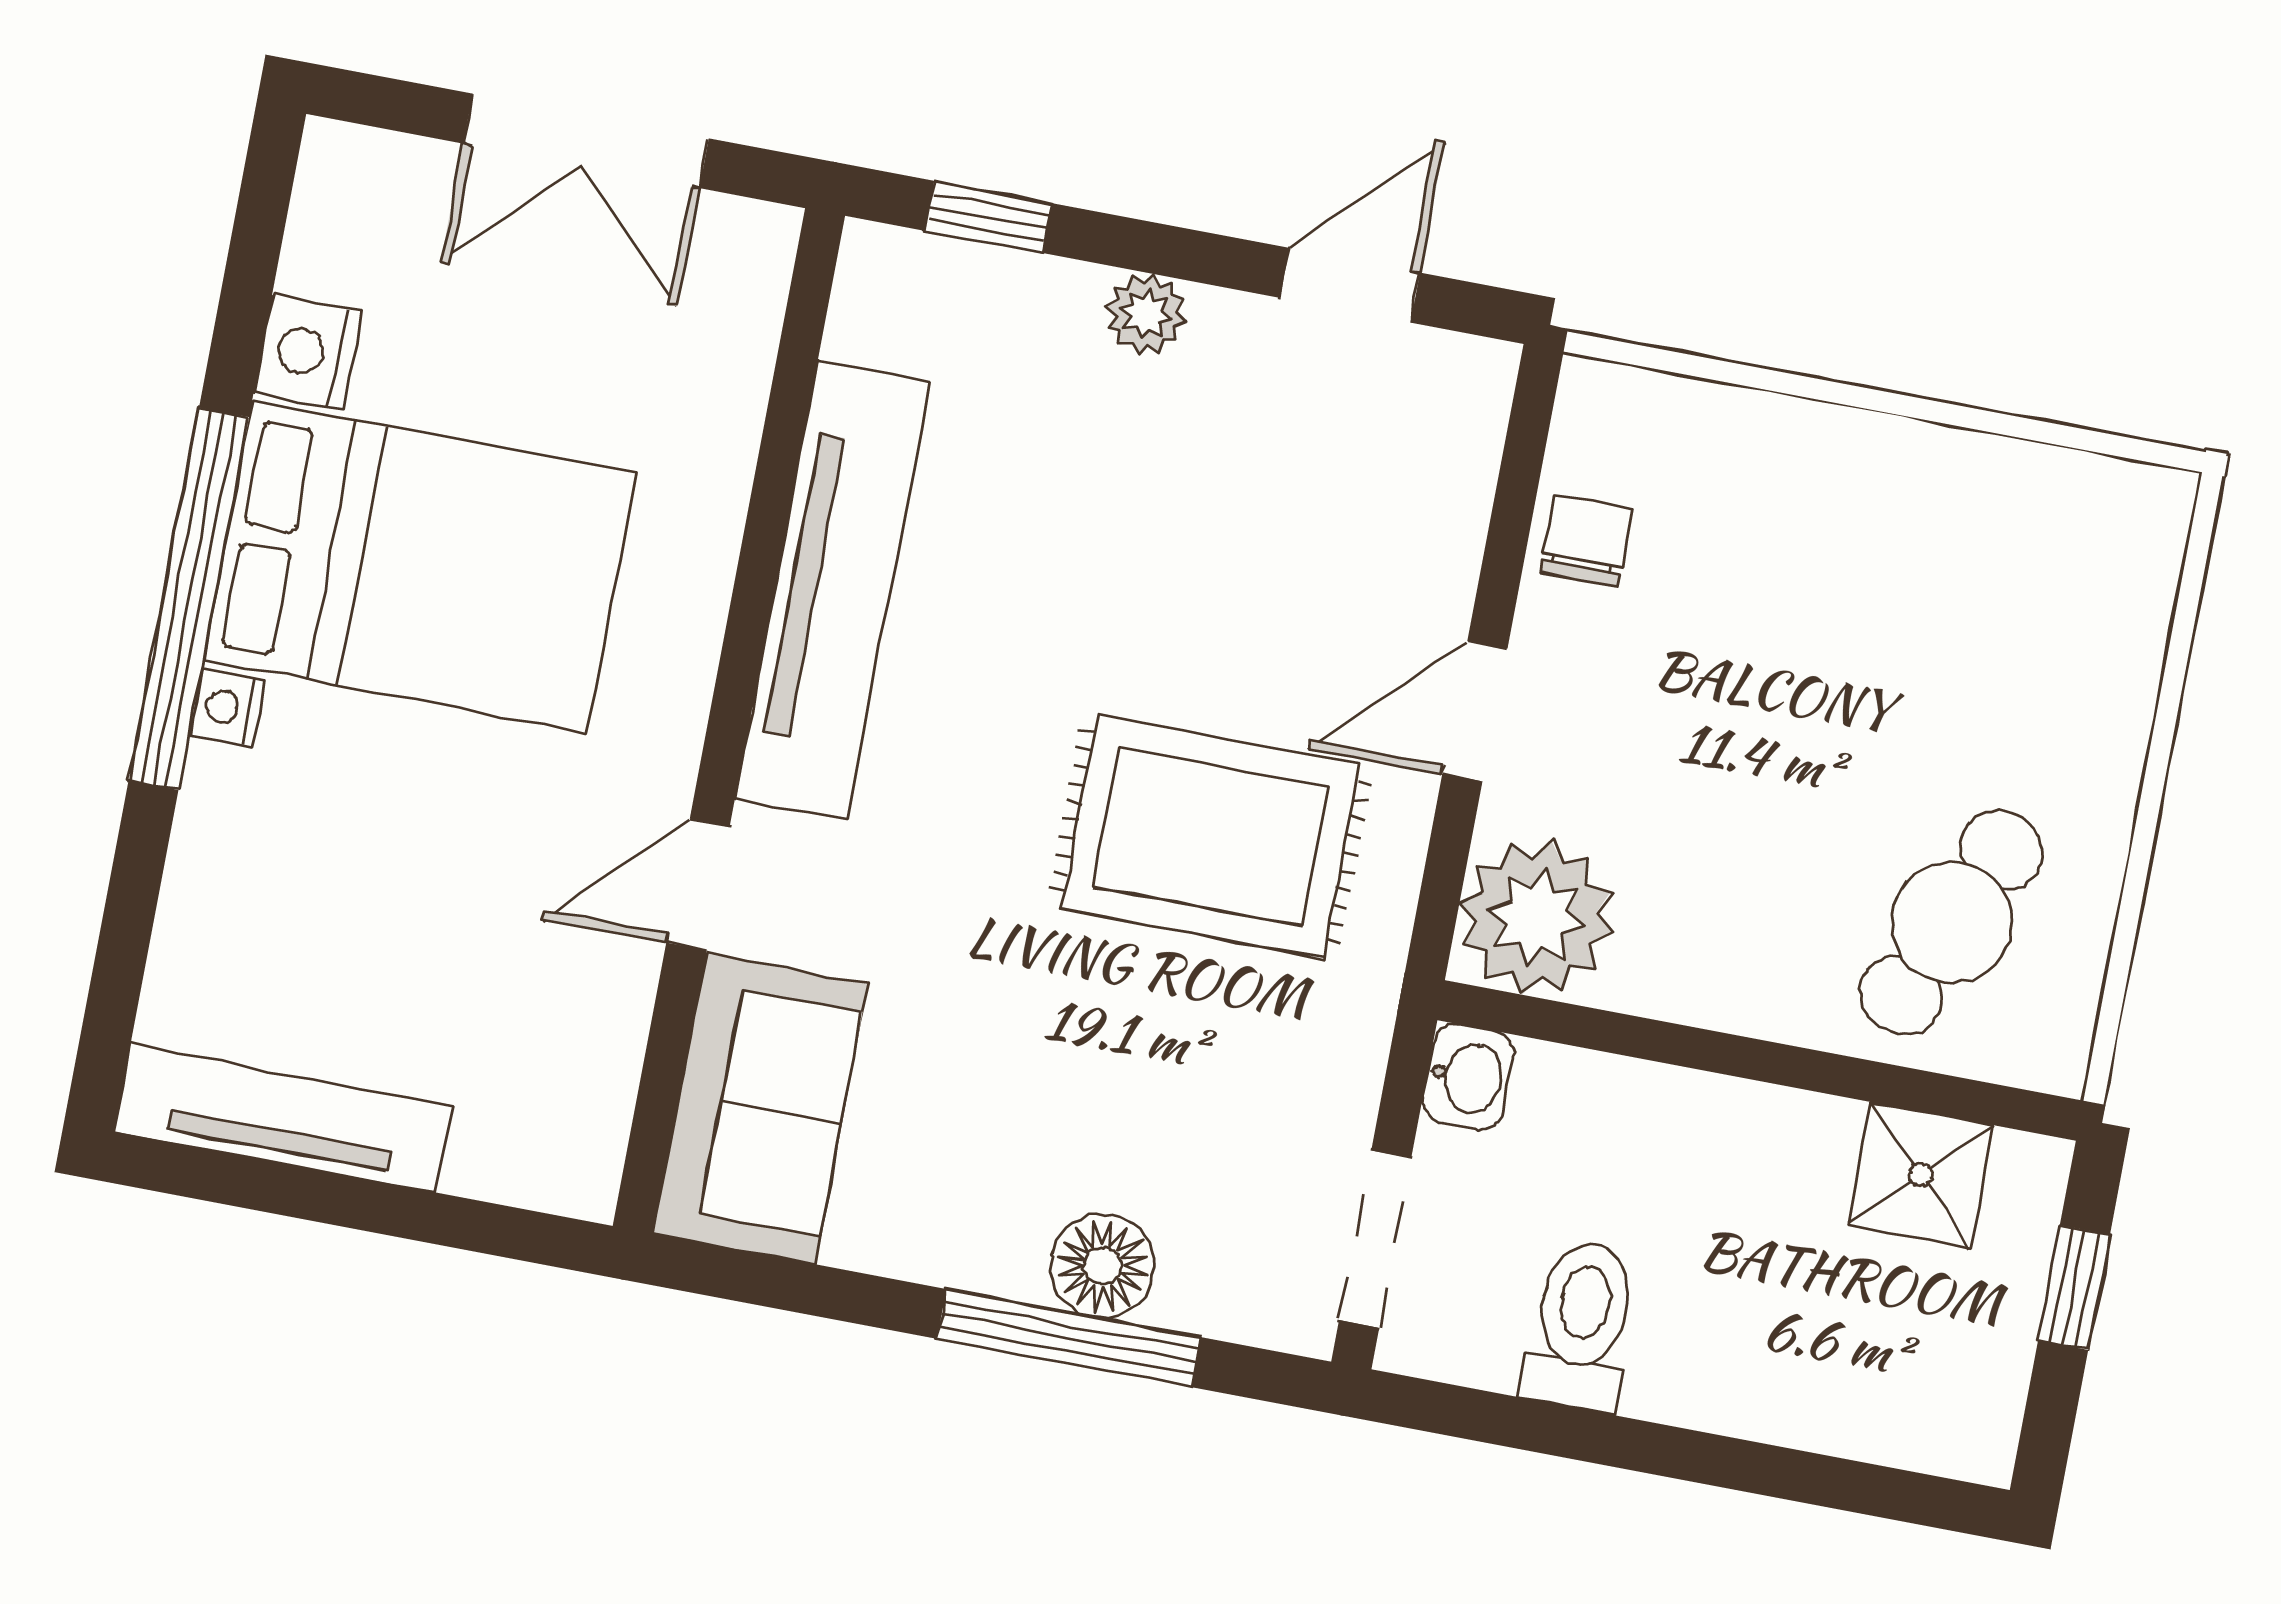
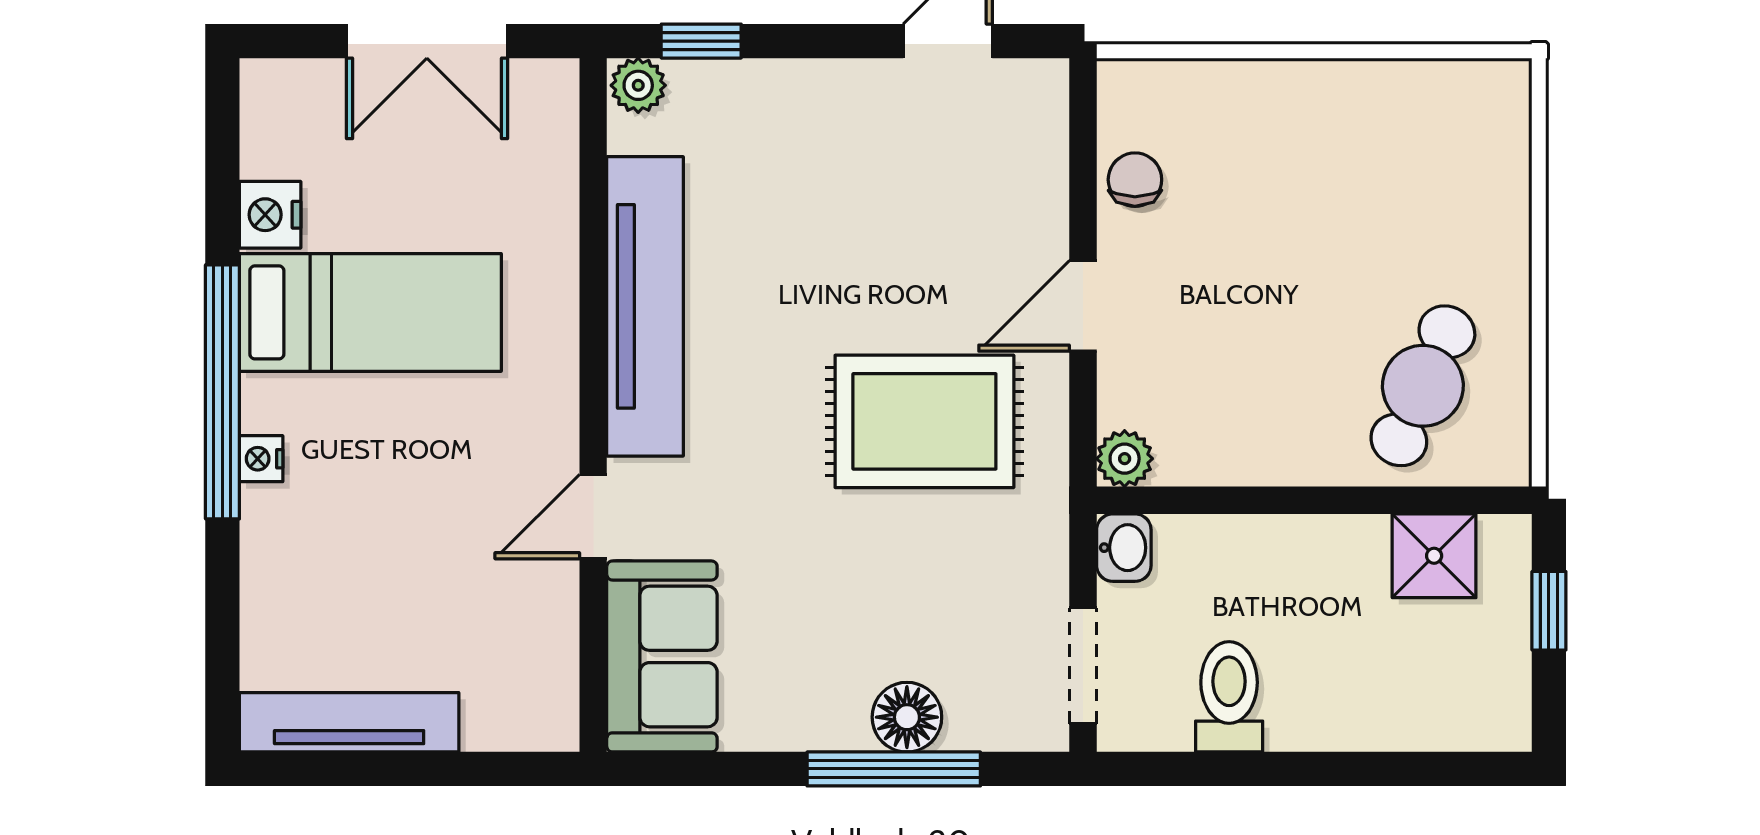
plant: (1146, 314) -> (638, 85), moved
bed: (420, 567) -> (370, 312), width x0.67
plant: (1536, 918) -> (1125, 459), width x0.53, depth x0.53

